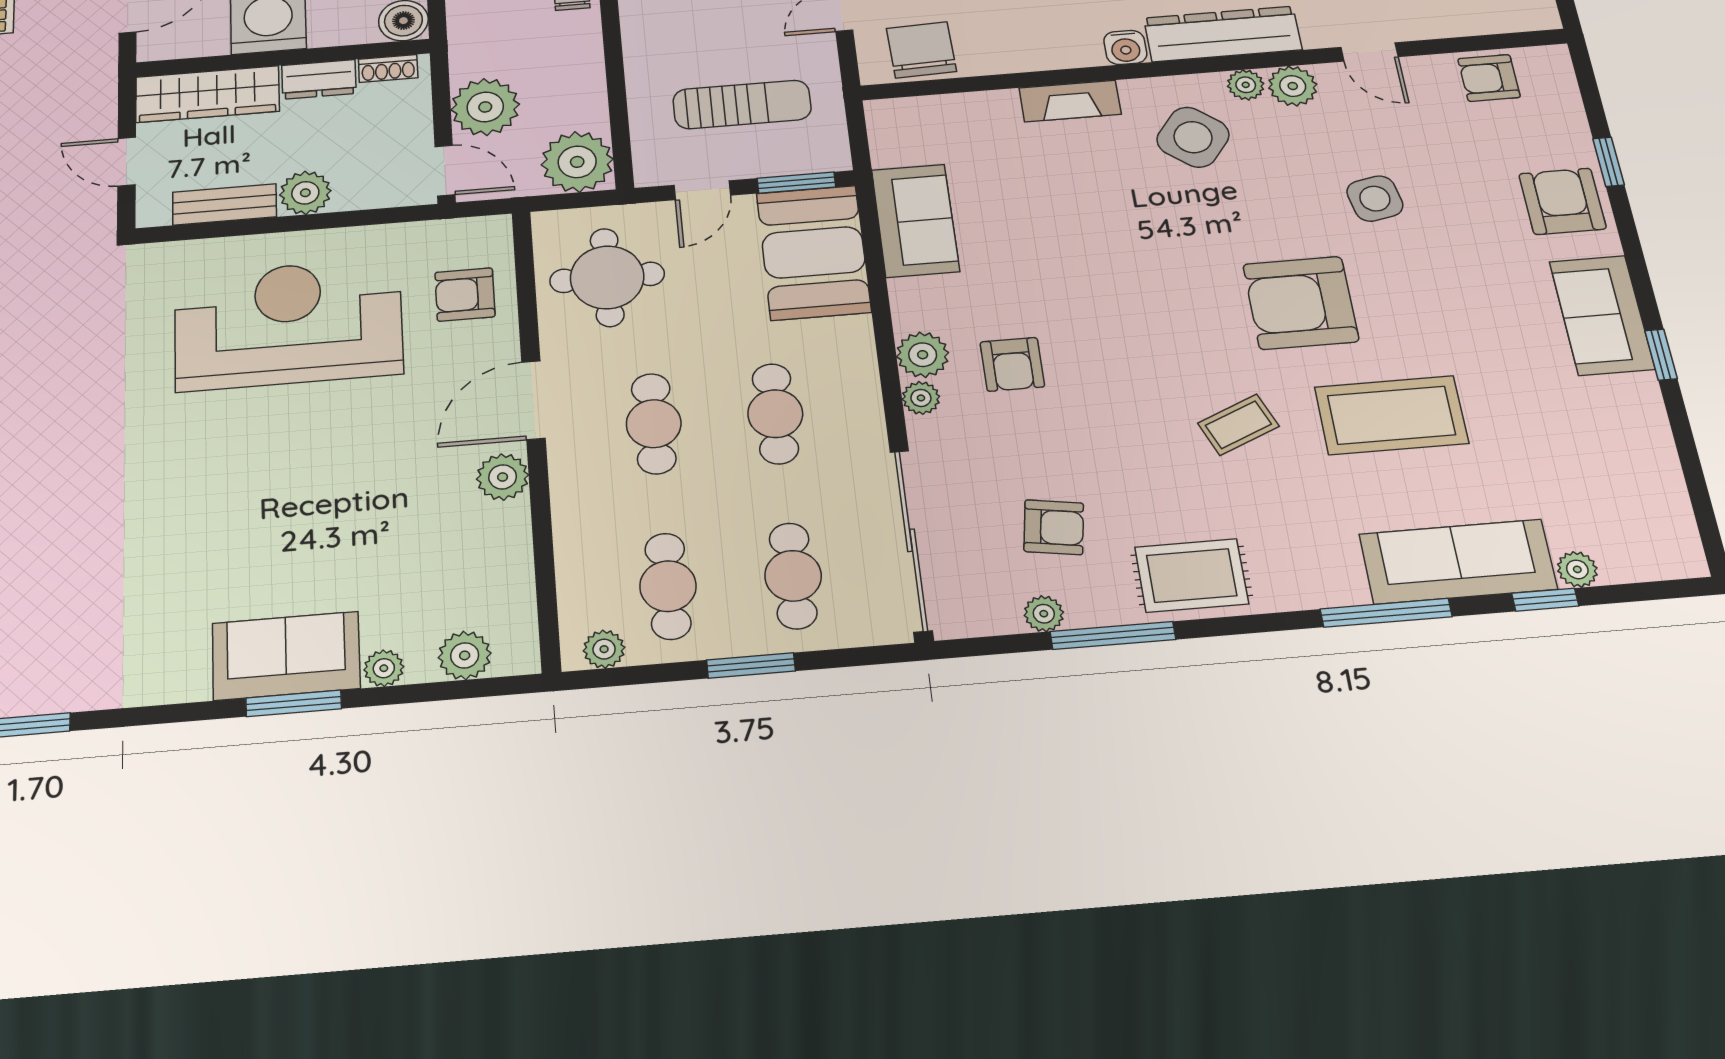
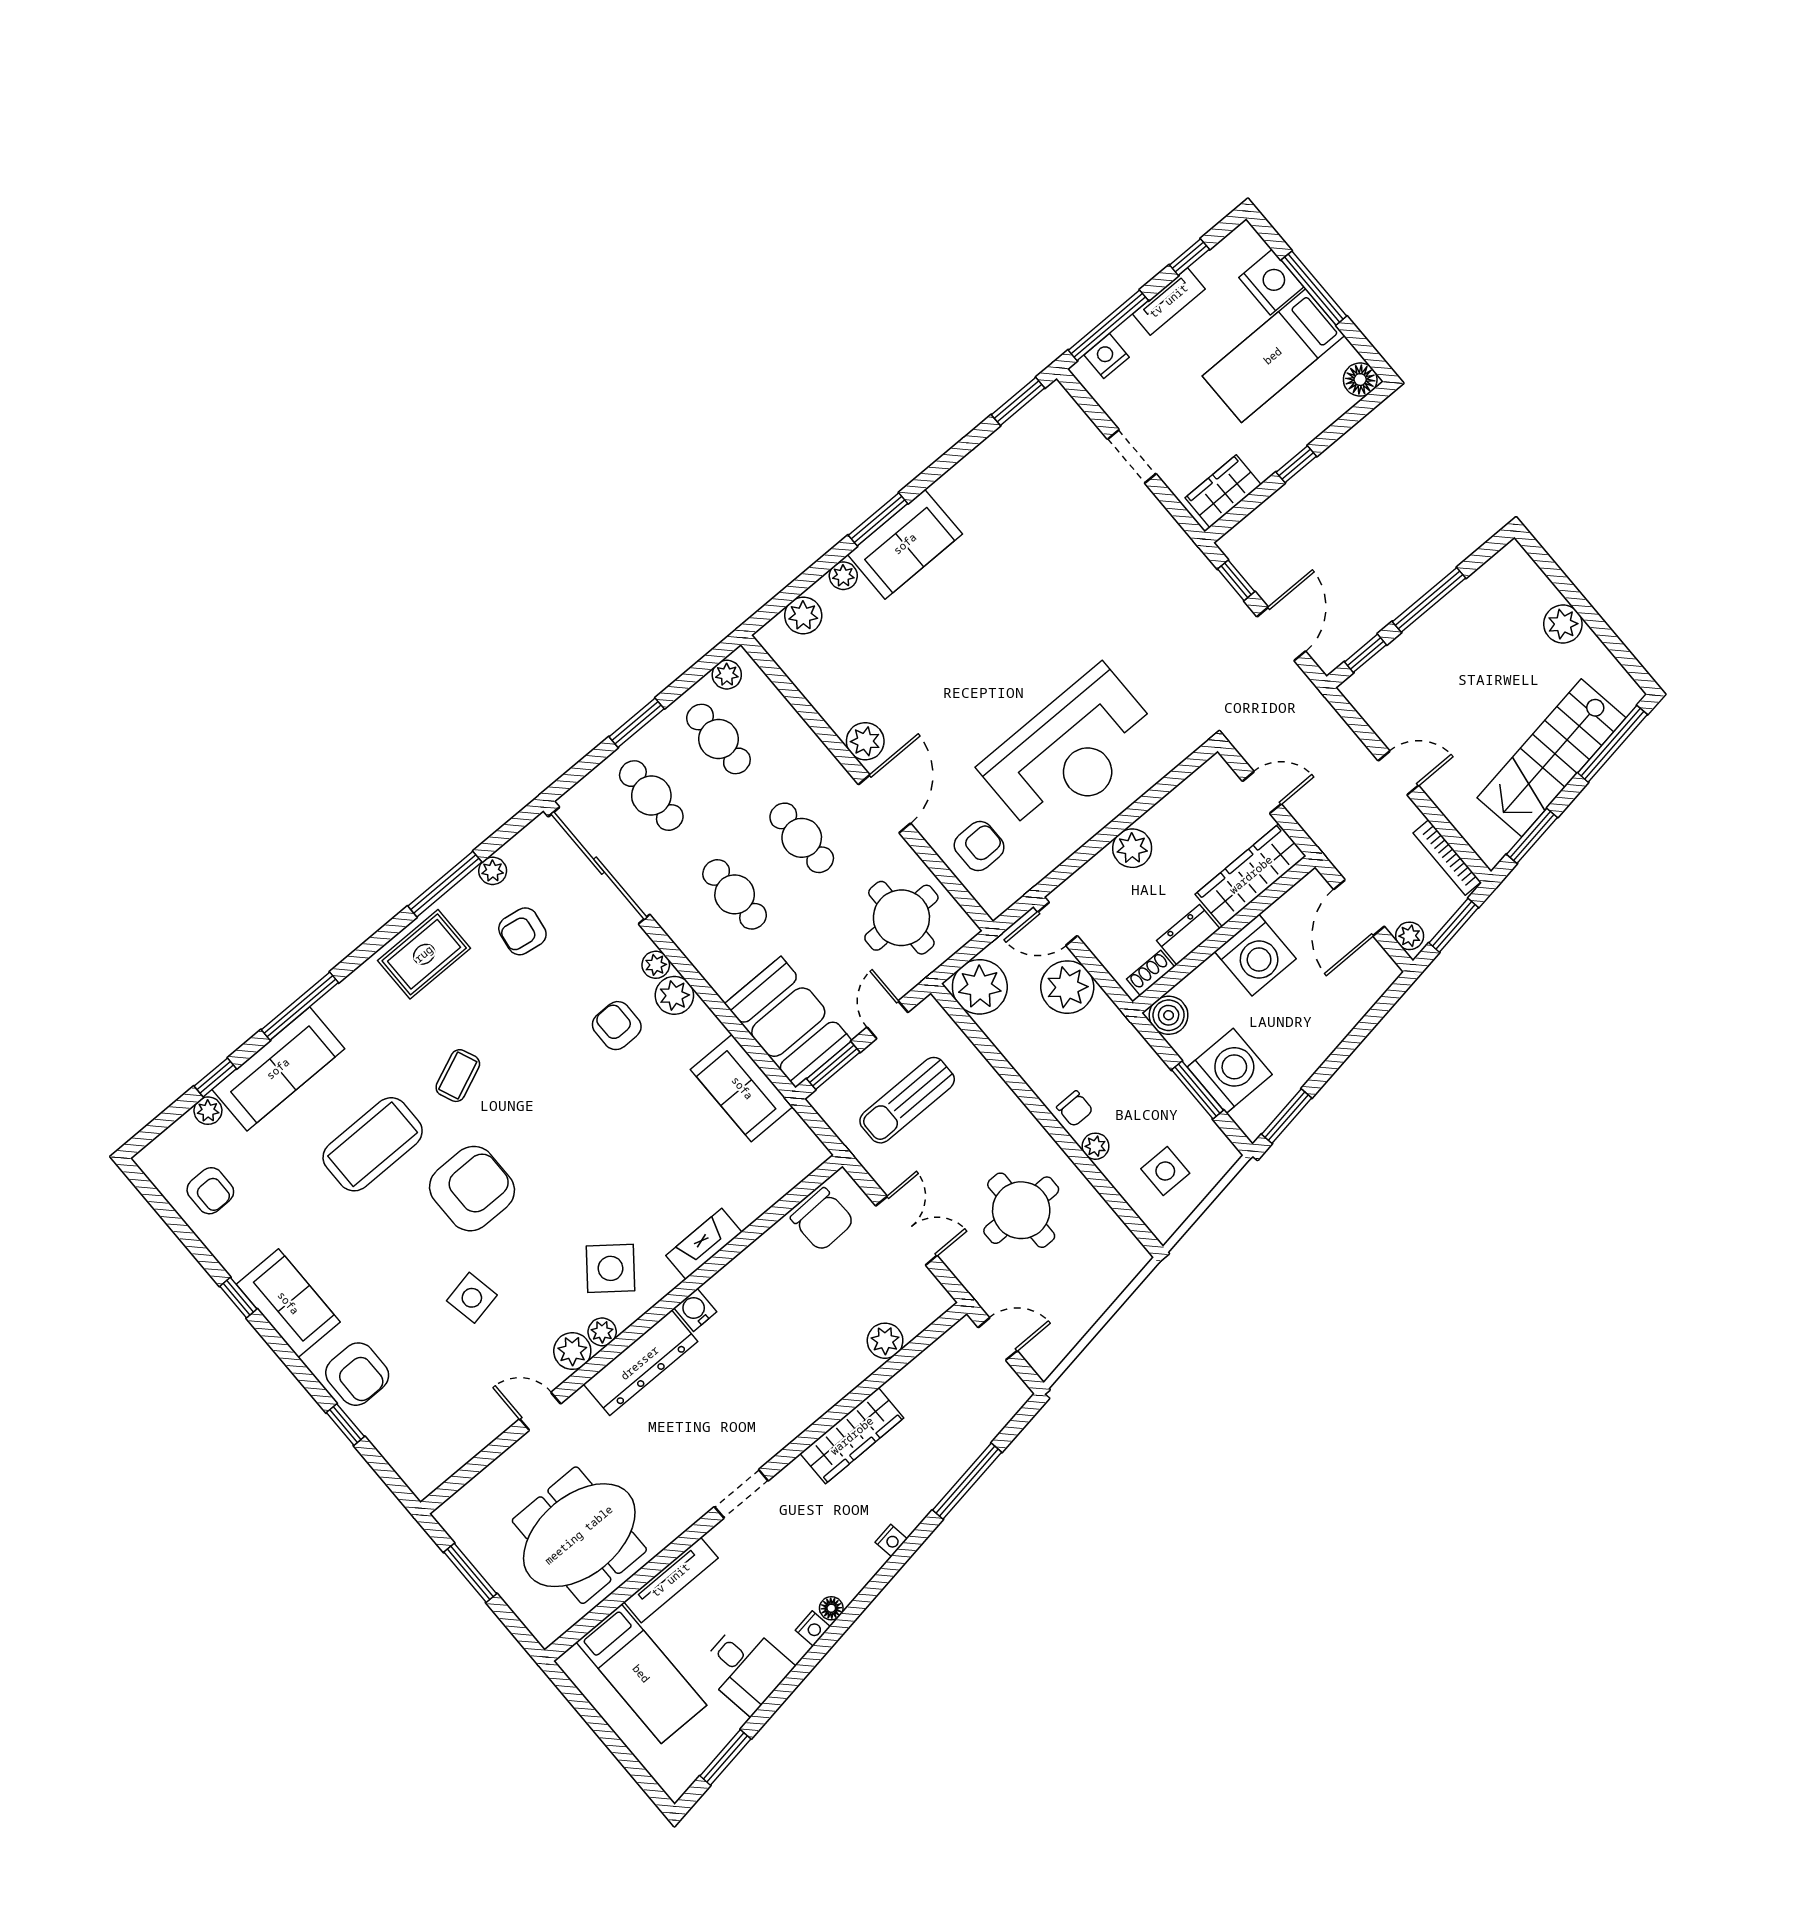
armchair: (1489, 78) -> (210, 1191), moved, turned 90
bench: (225, 204) -> (1176, 805), removed

